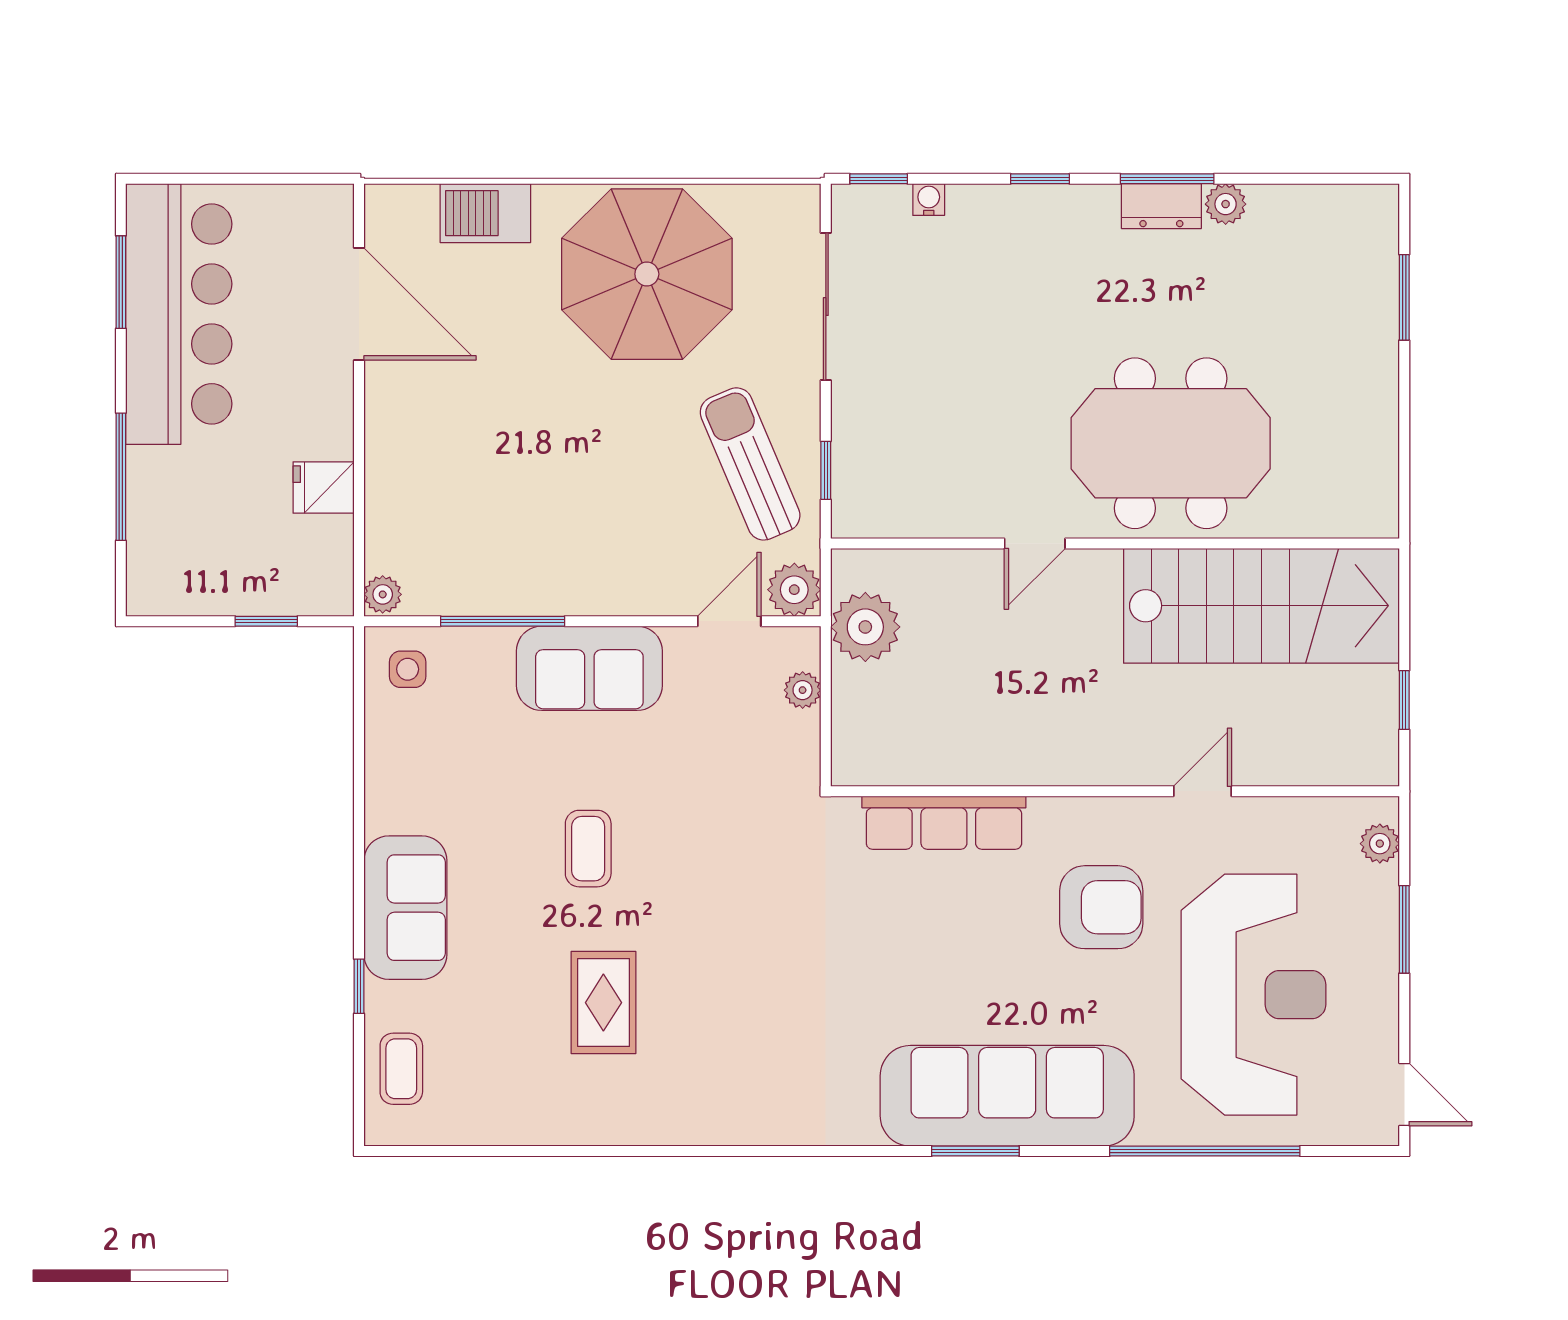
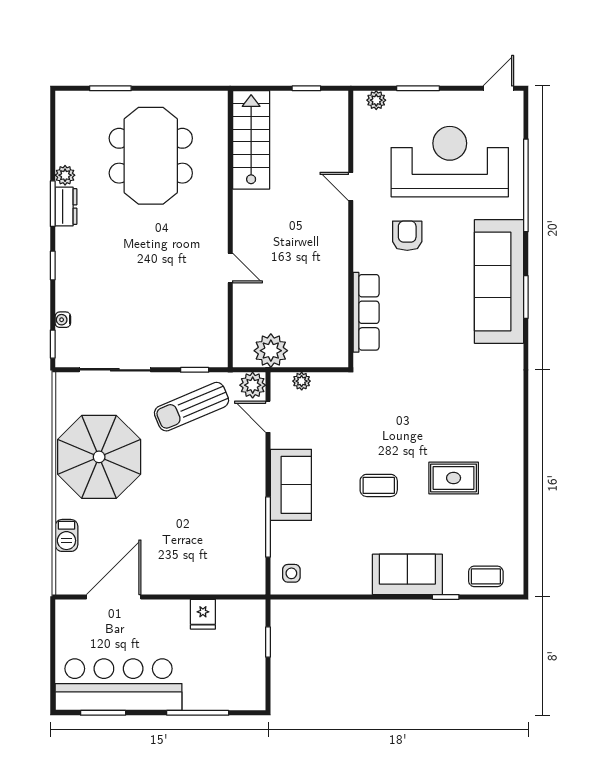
barbecue: (485, 213) -> (66, 535), width x0.73, depth x0.79
meeting table: (1171, 443) -> (151, 156), moved
plant: (383, 594) -> (255, 585), removed
stairs: (1261, 606) -> (251, 140), width x0.73, depth x0.66
armchair: (1101, 907) -> (407, 236), width x0.72, depth x0.72

